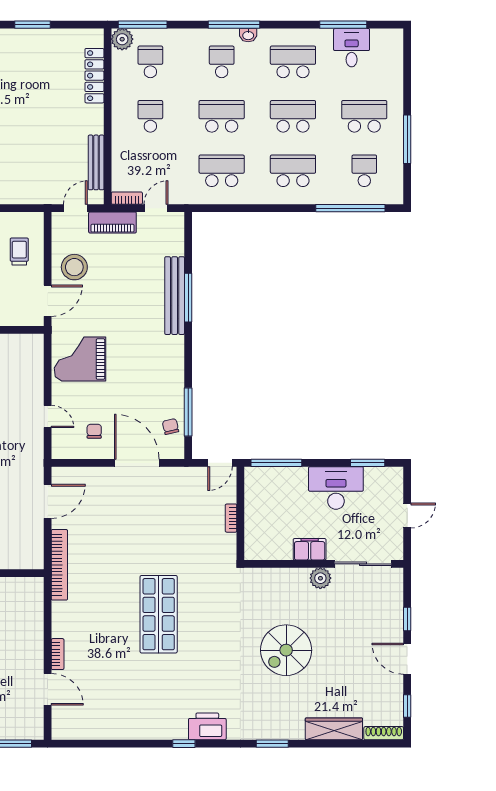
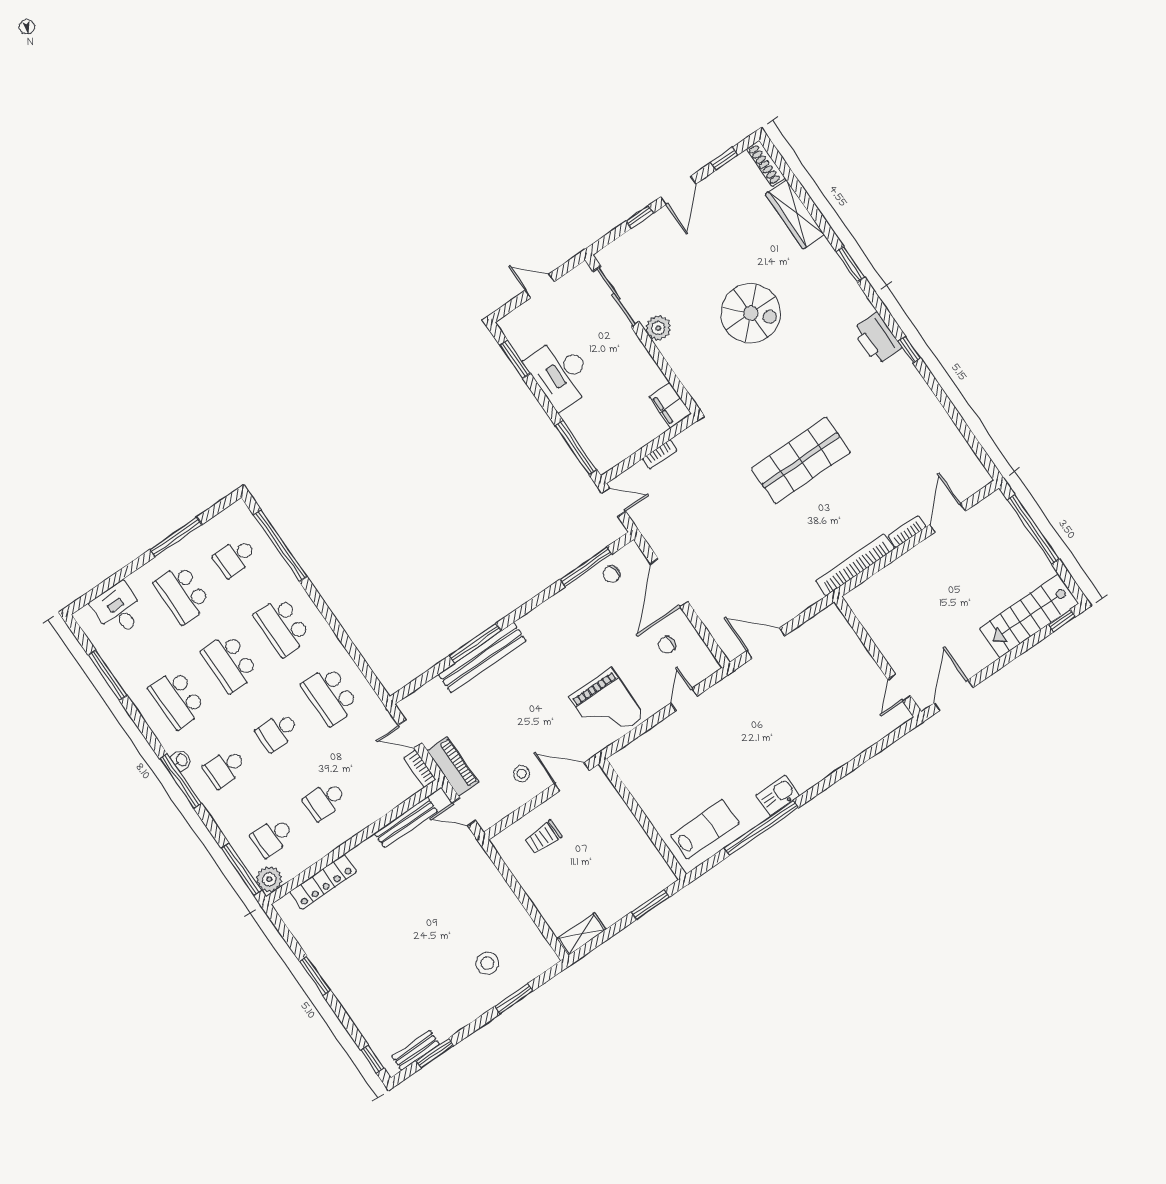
desk: (352, 48) -> (118, 609), moved, turned 90
school desk: (222, 116) -> (277, 732), width x0.54
stool: (74, 267) -> (522, 774), width x0.53, depth x0.53
filing cabinet: (310, 549) -> (670, 405), moved
bookcase: (59, 565) -> (855, 565), moved

